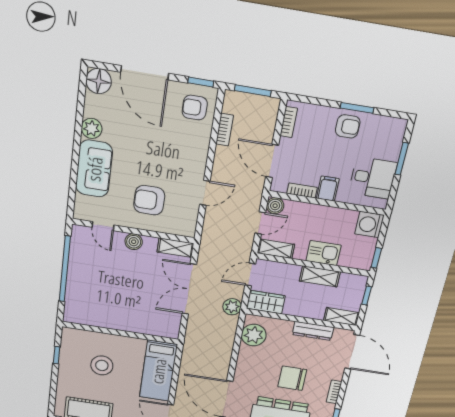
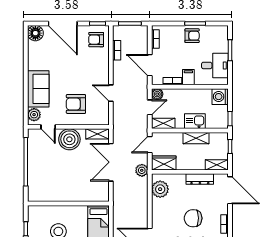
plant: (92, 128) -> (34, 115), moved
door: (205, 193) -> (111, 93), swing flipped
boiler: (134, 242) -> (69, 139), width x1.86, depth x1.86

